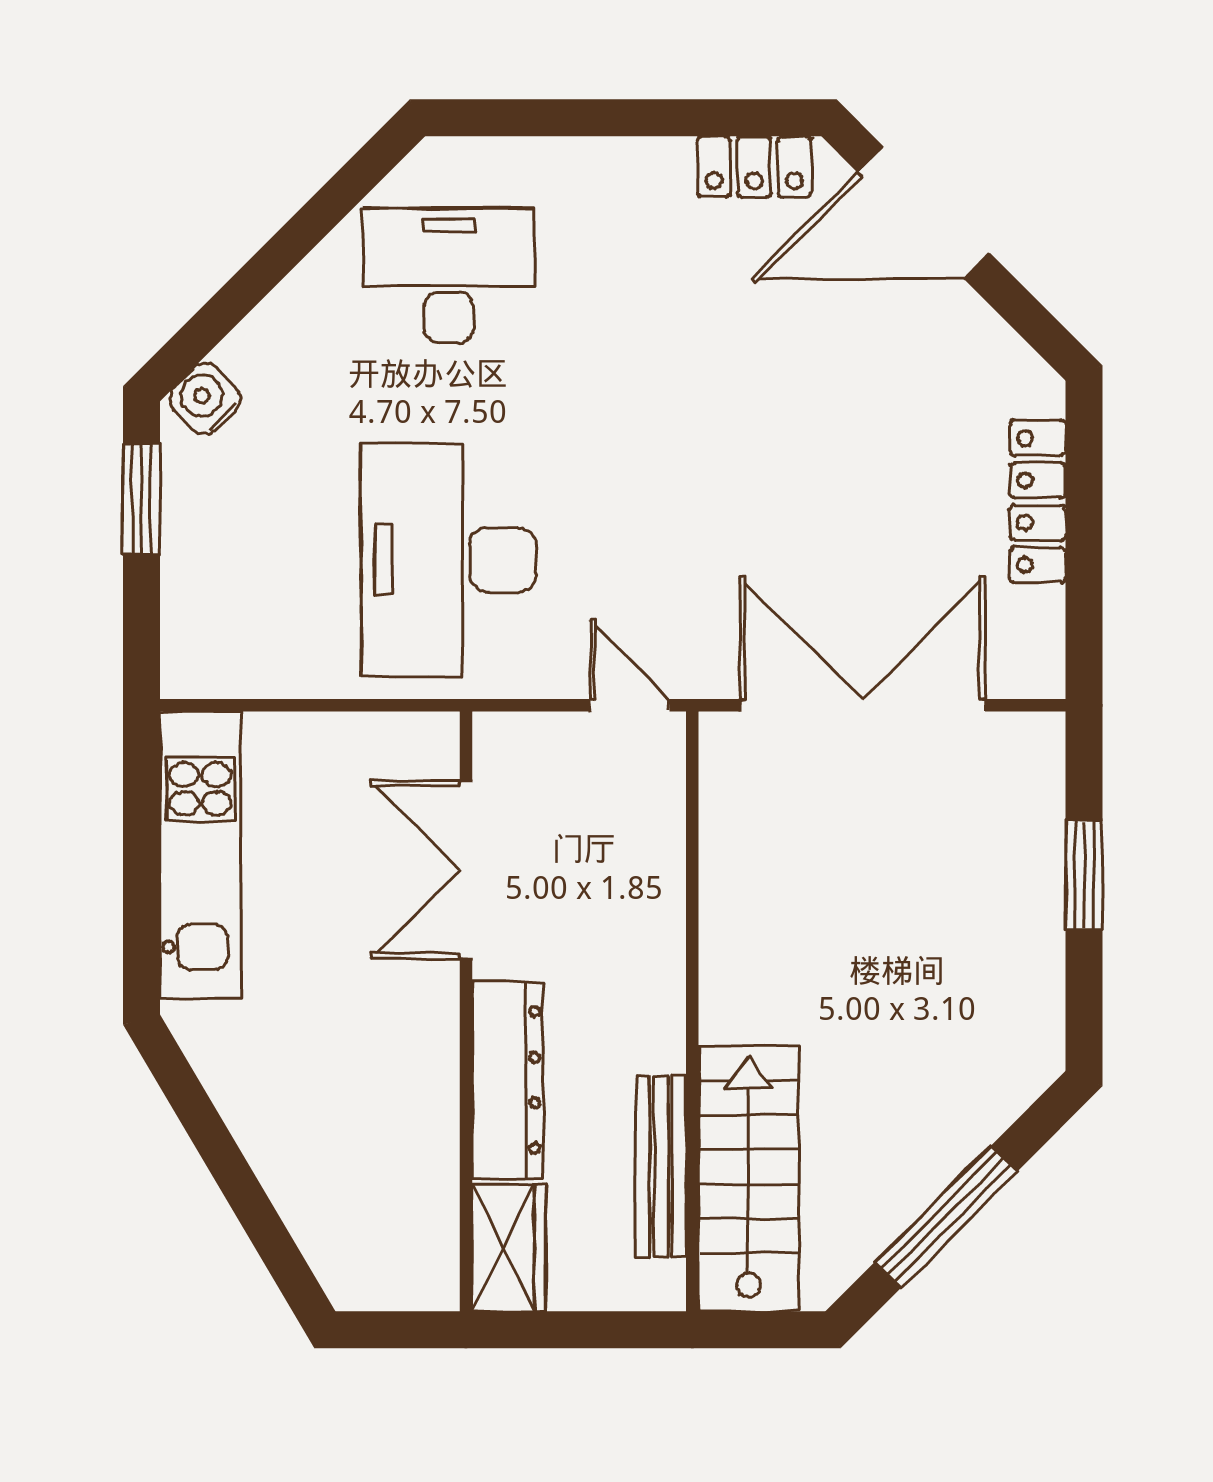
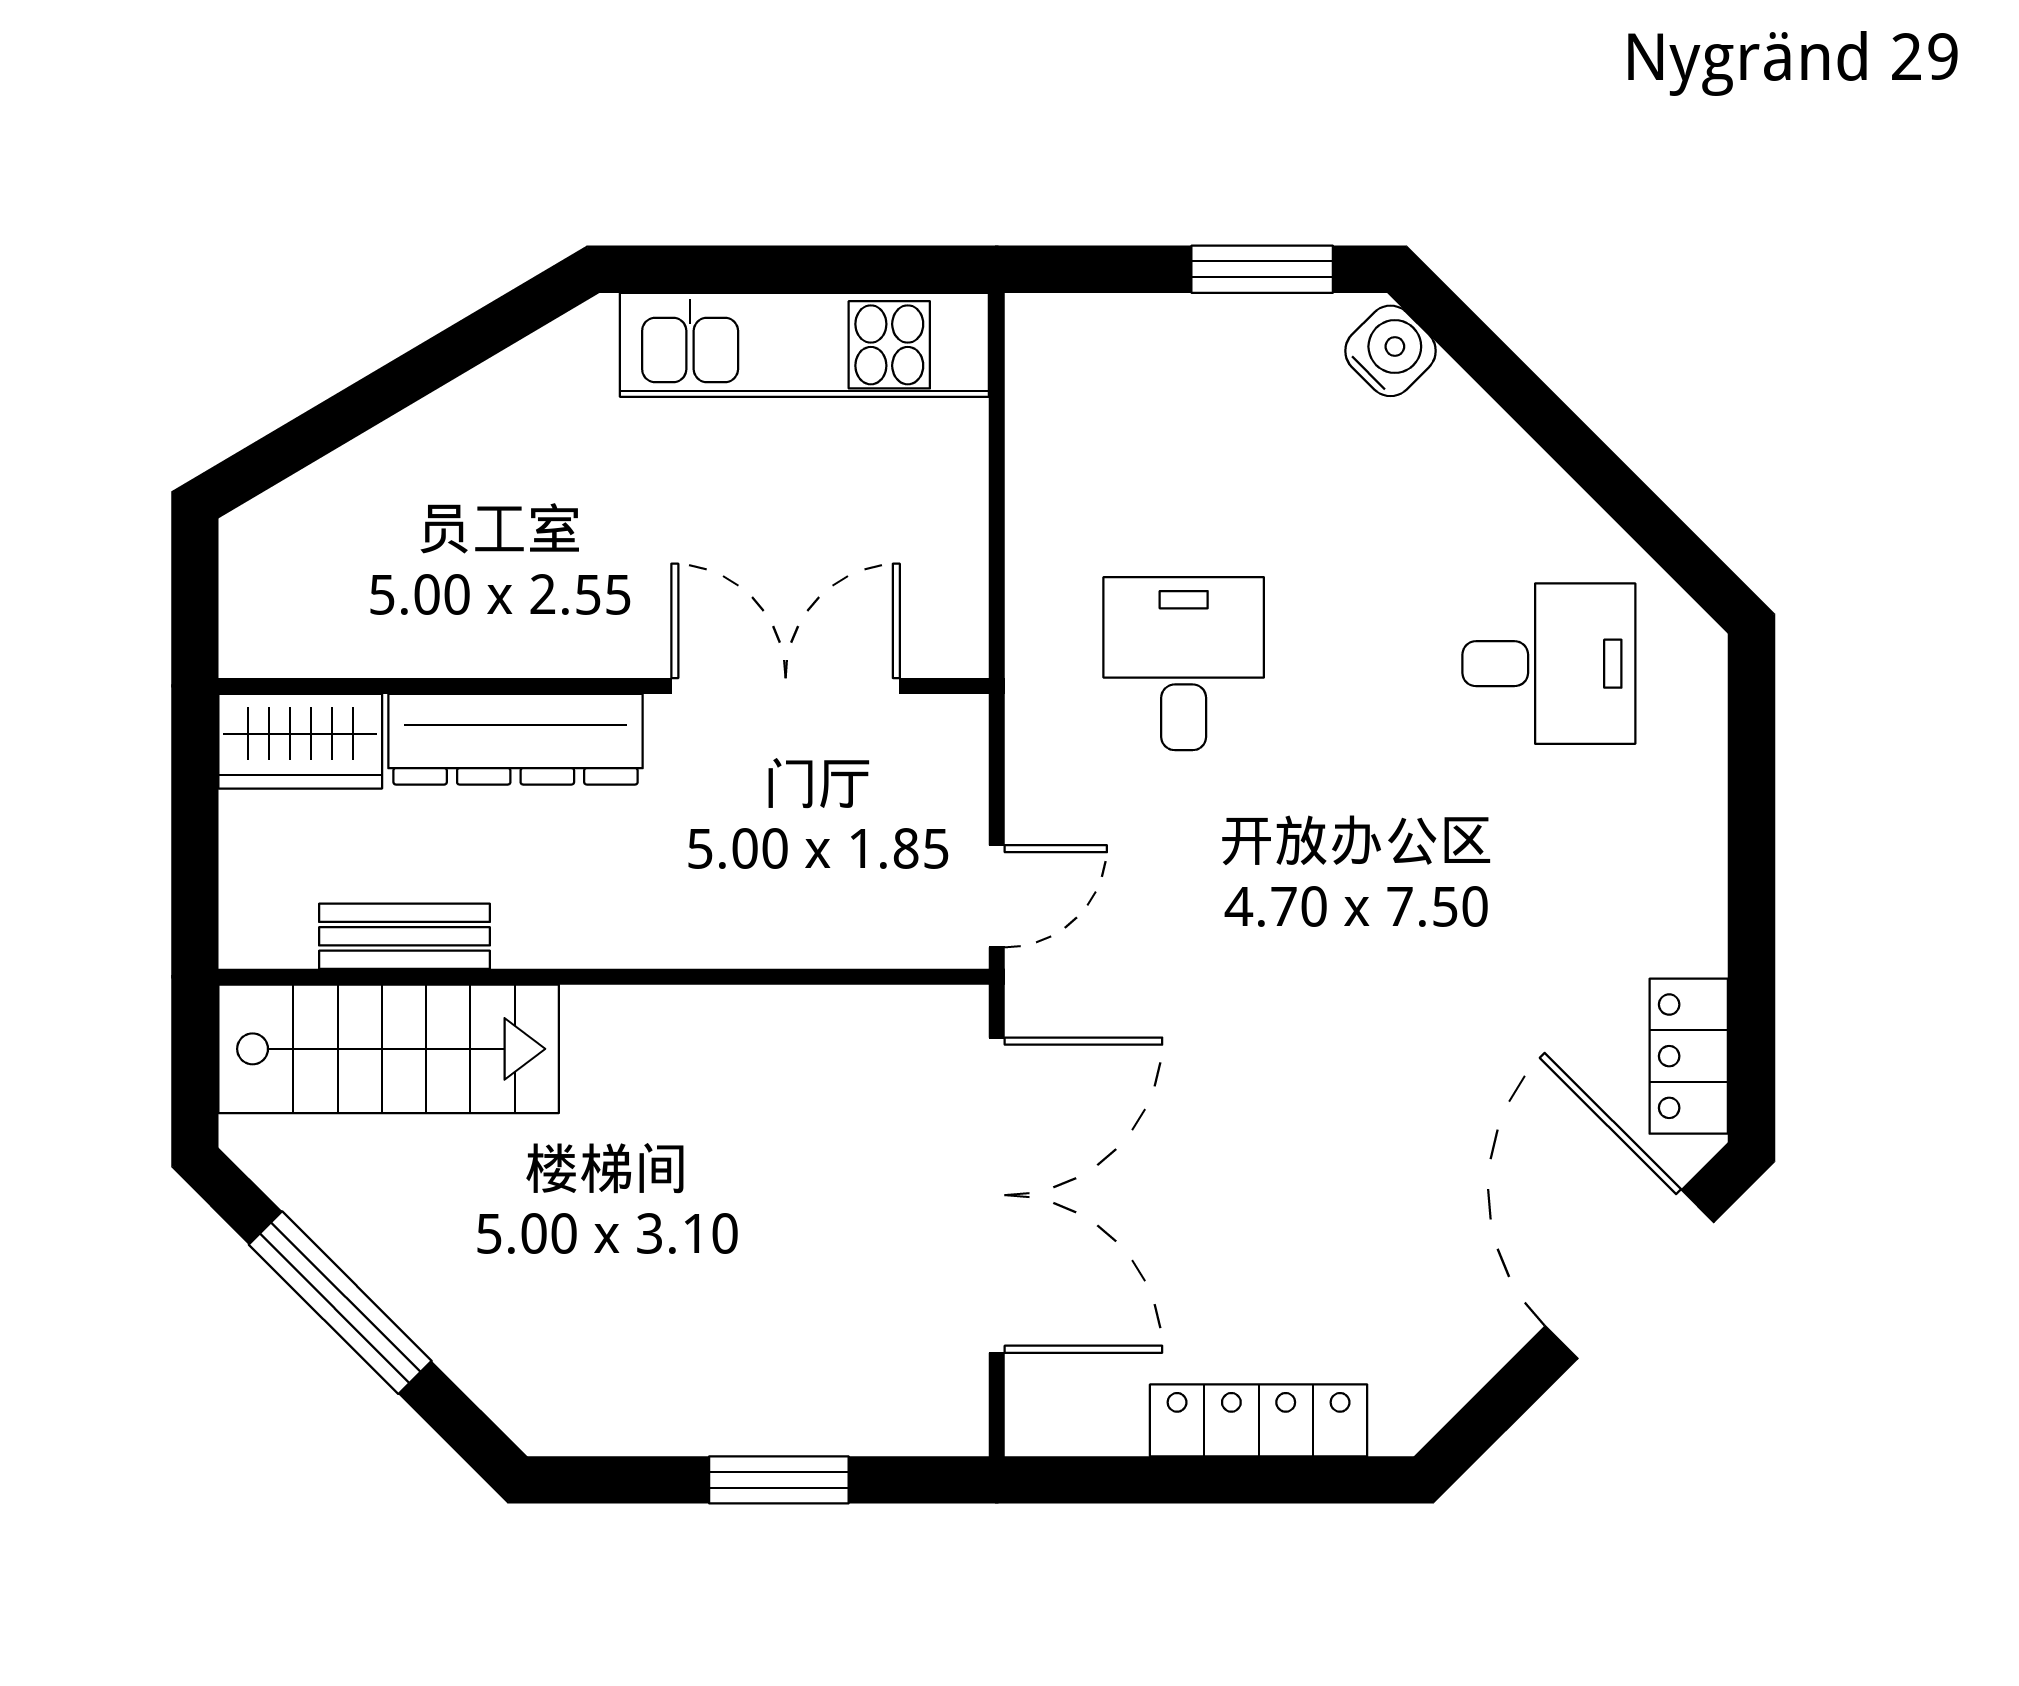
desk: (449, 276) -> (1549, 664), width x0.73
desk: (449, 560) -> (1184, 664), width x0.53, depth x0.77
bench: (661, 1166) -> (405, 936), width x0.73

